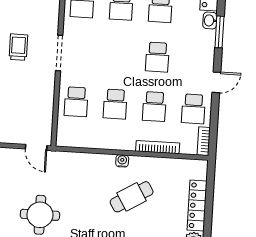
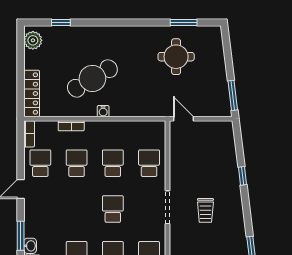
school desk: (157, 57) -> (113, 209), moved
bookcase: (158, 147) -> (71, 126), width x0.64
cafe table: (132, 197) -> (92, 78), width x1.37, depth x1.35
locker: (197, 206) -> (32, 94), moved

